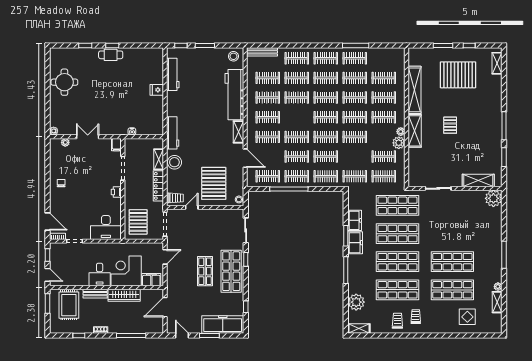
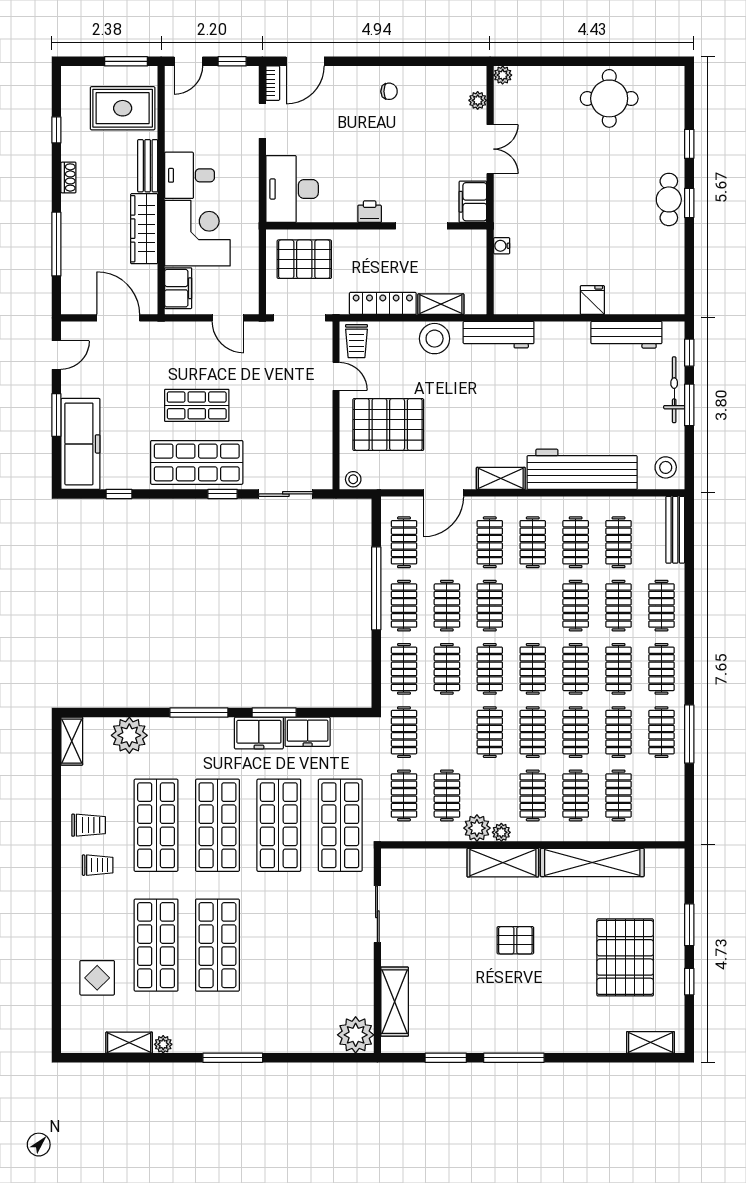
bicycle: (198, 52) -> (674, 390), added
filing cabinet: (116, 145) -> (473, 202), width x2.00

